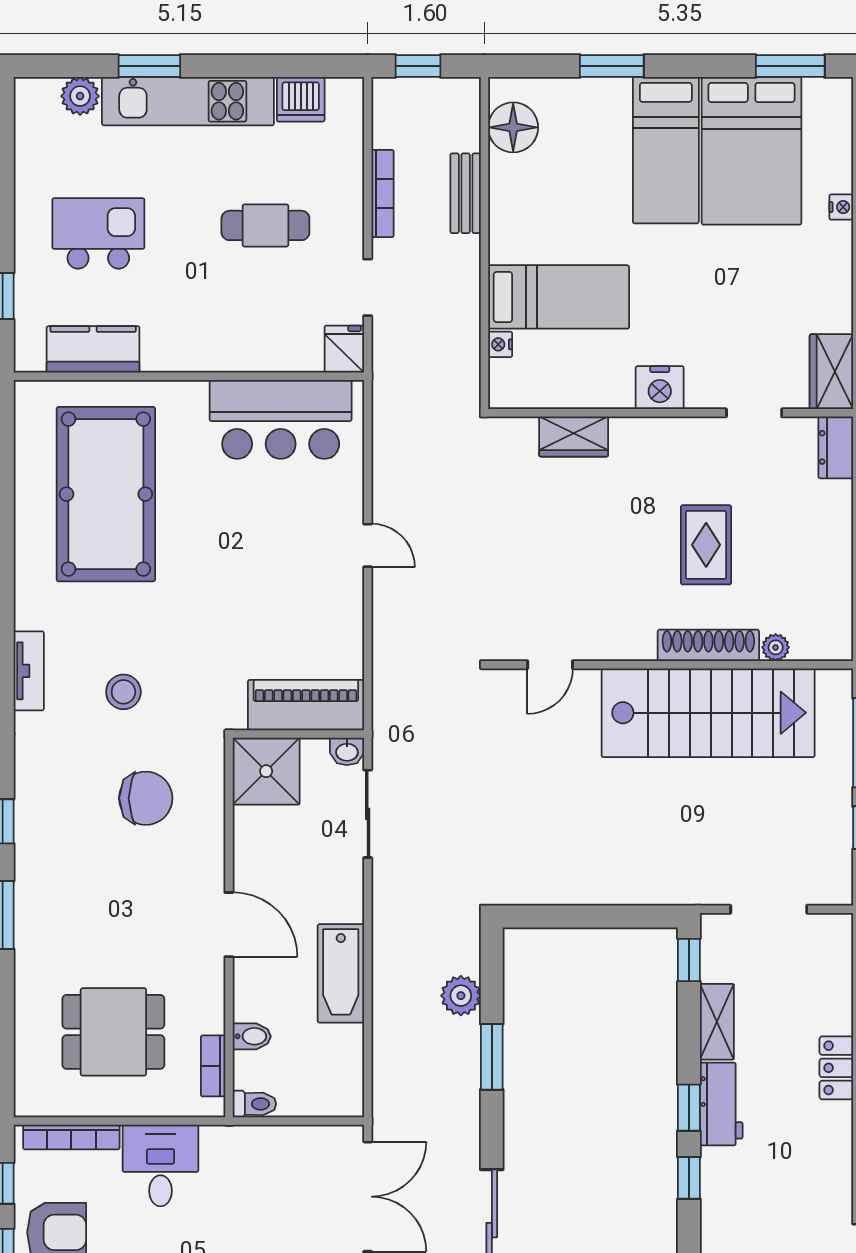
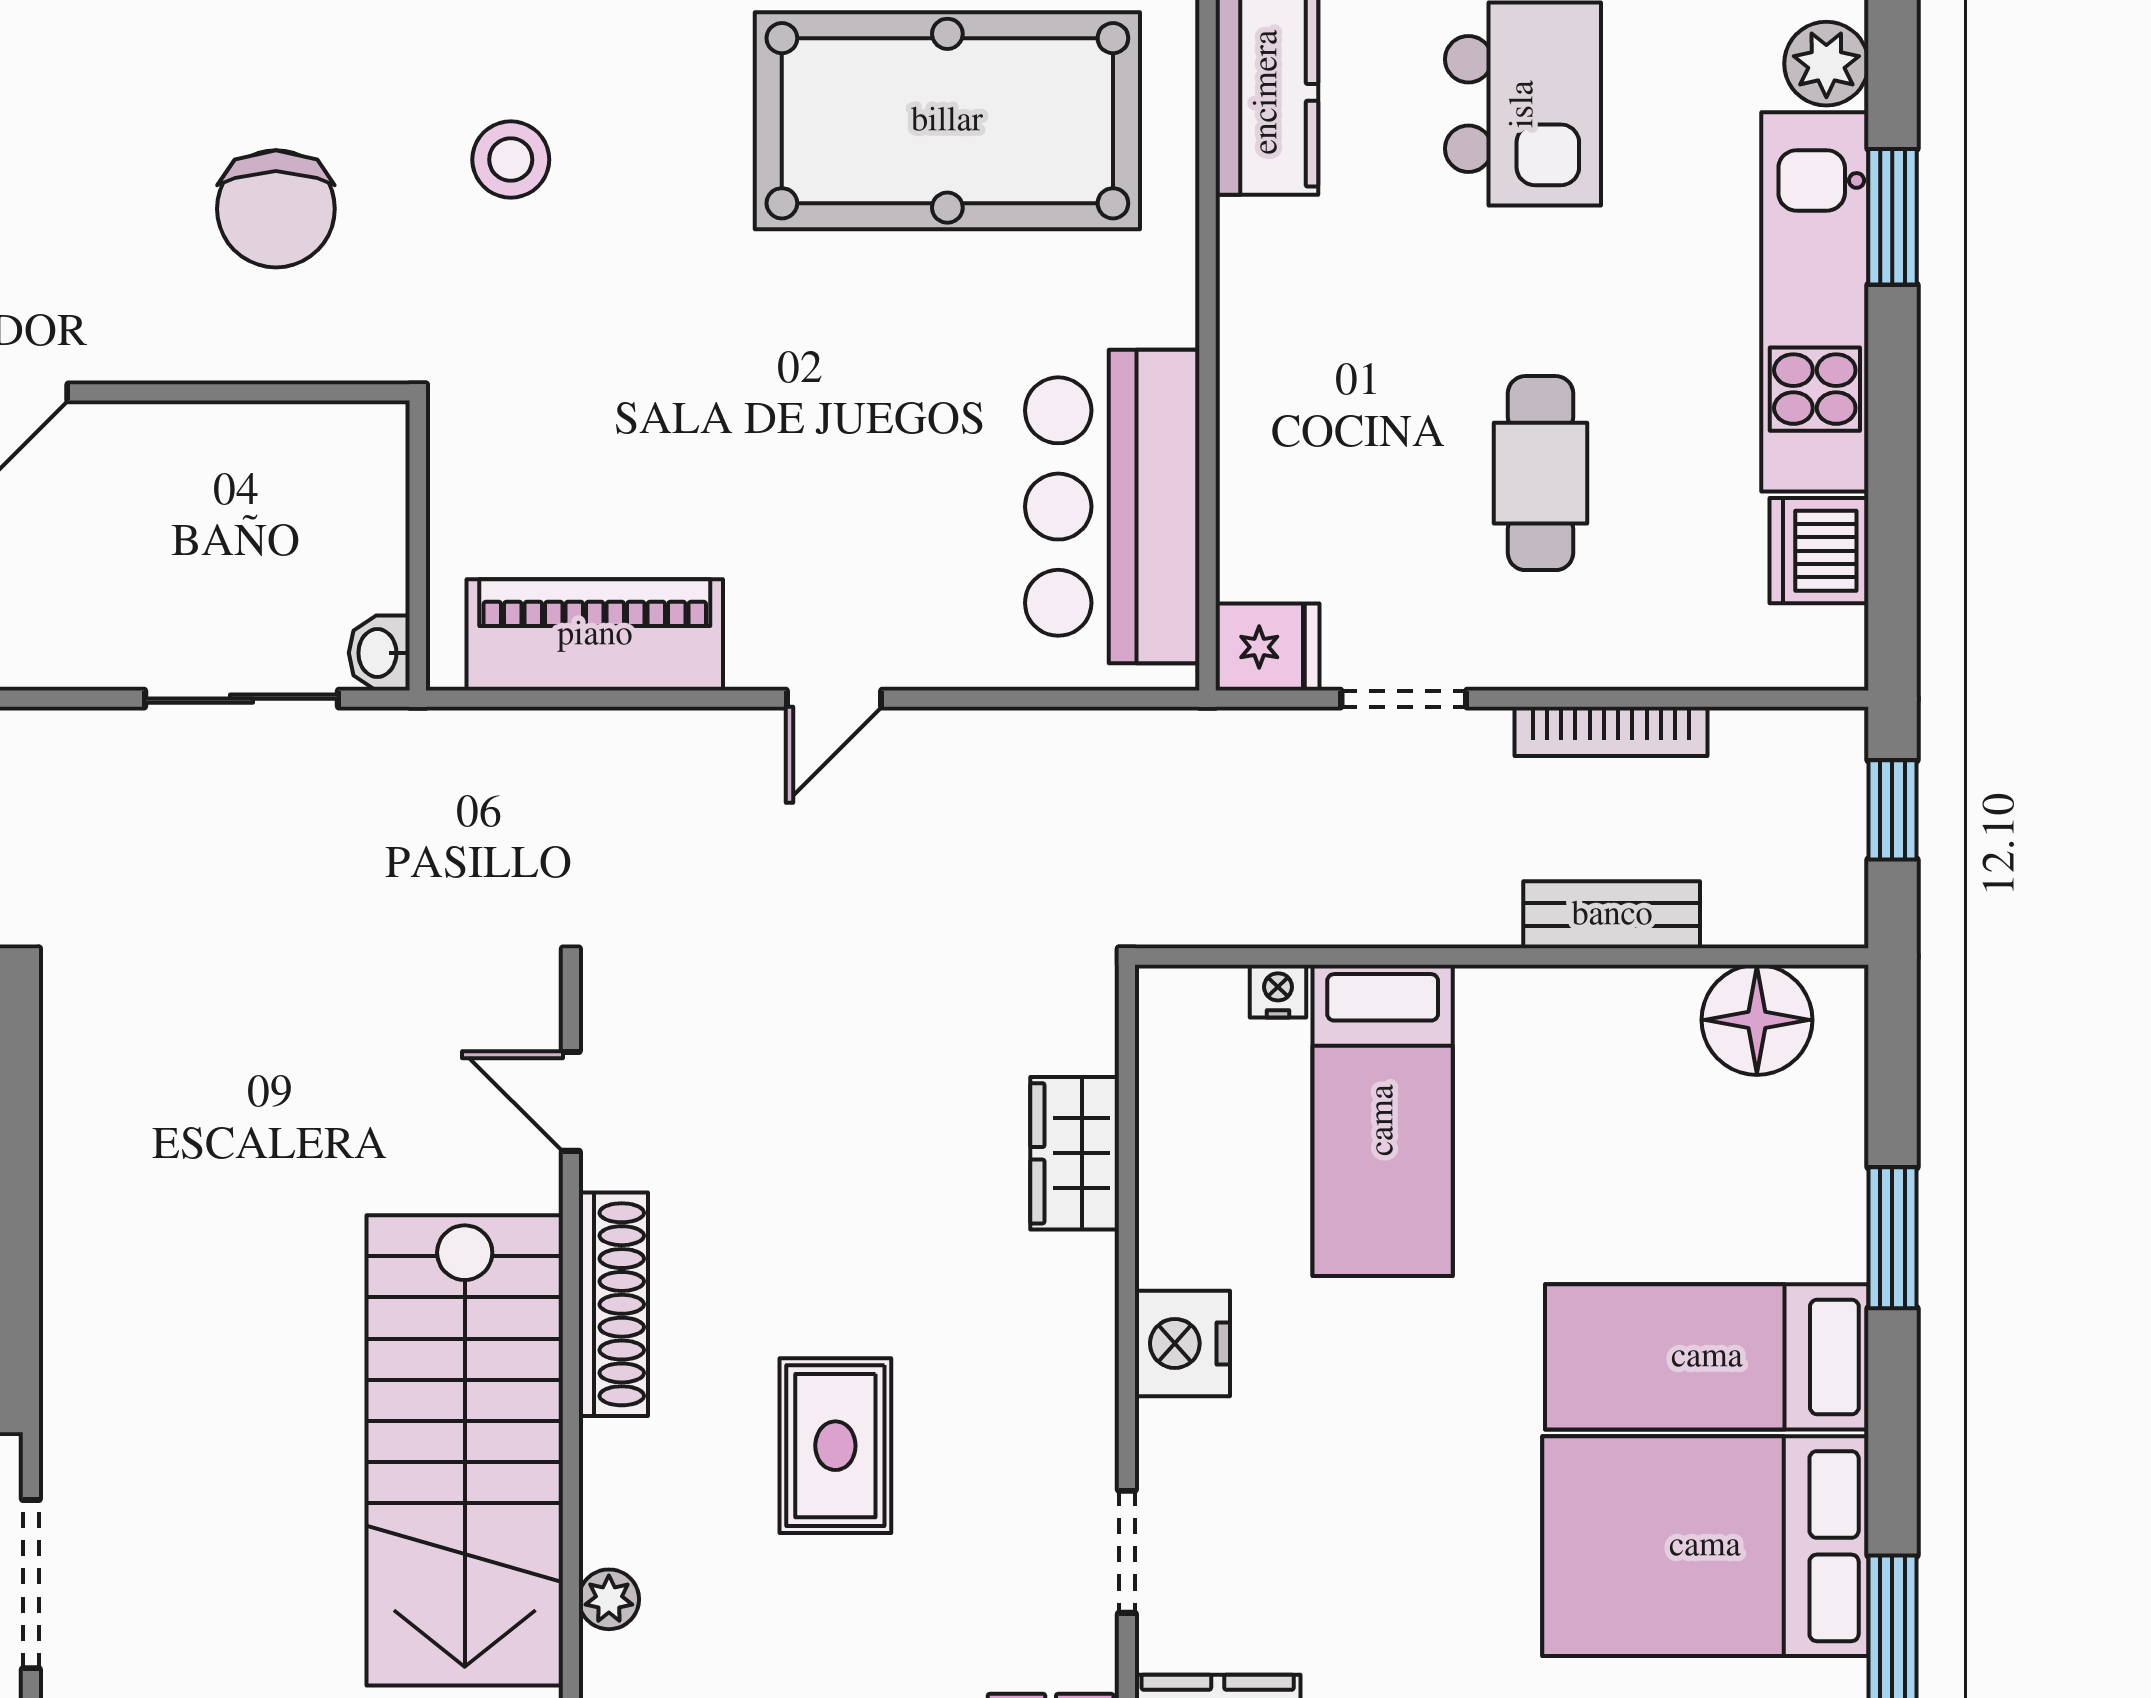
rug: (706, 545) -> (835, 1446), turned 90
shoe rack: (708, 645) -> (613, 1304), moved
piano: (306, 705) -> (595, 635), moved, turned -90
shower: (266, 771) -> (336, 474), removed

